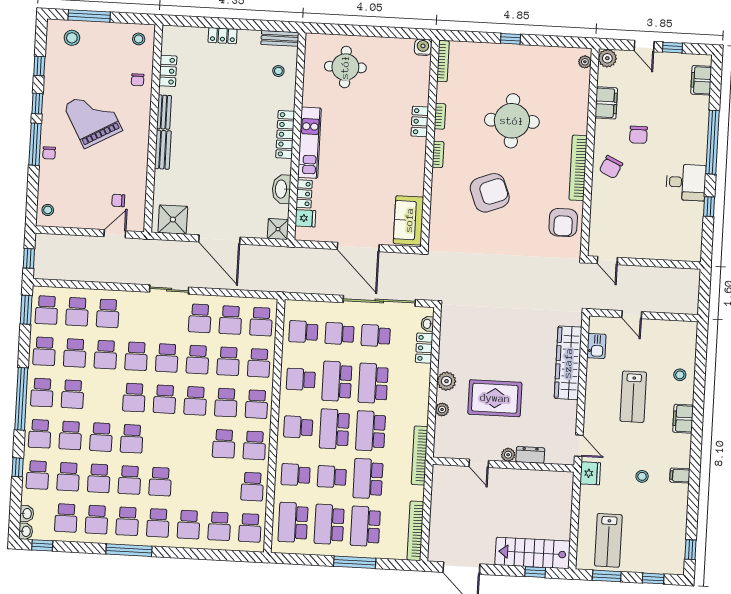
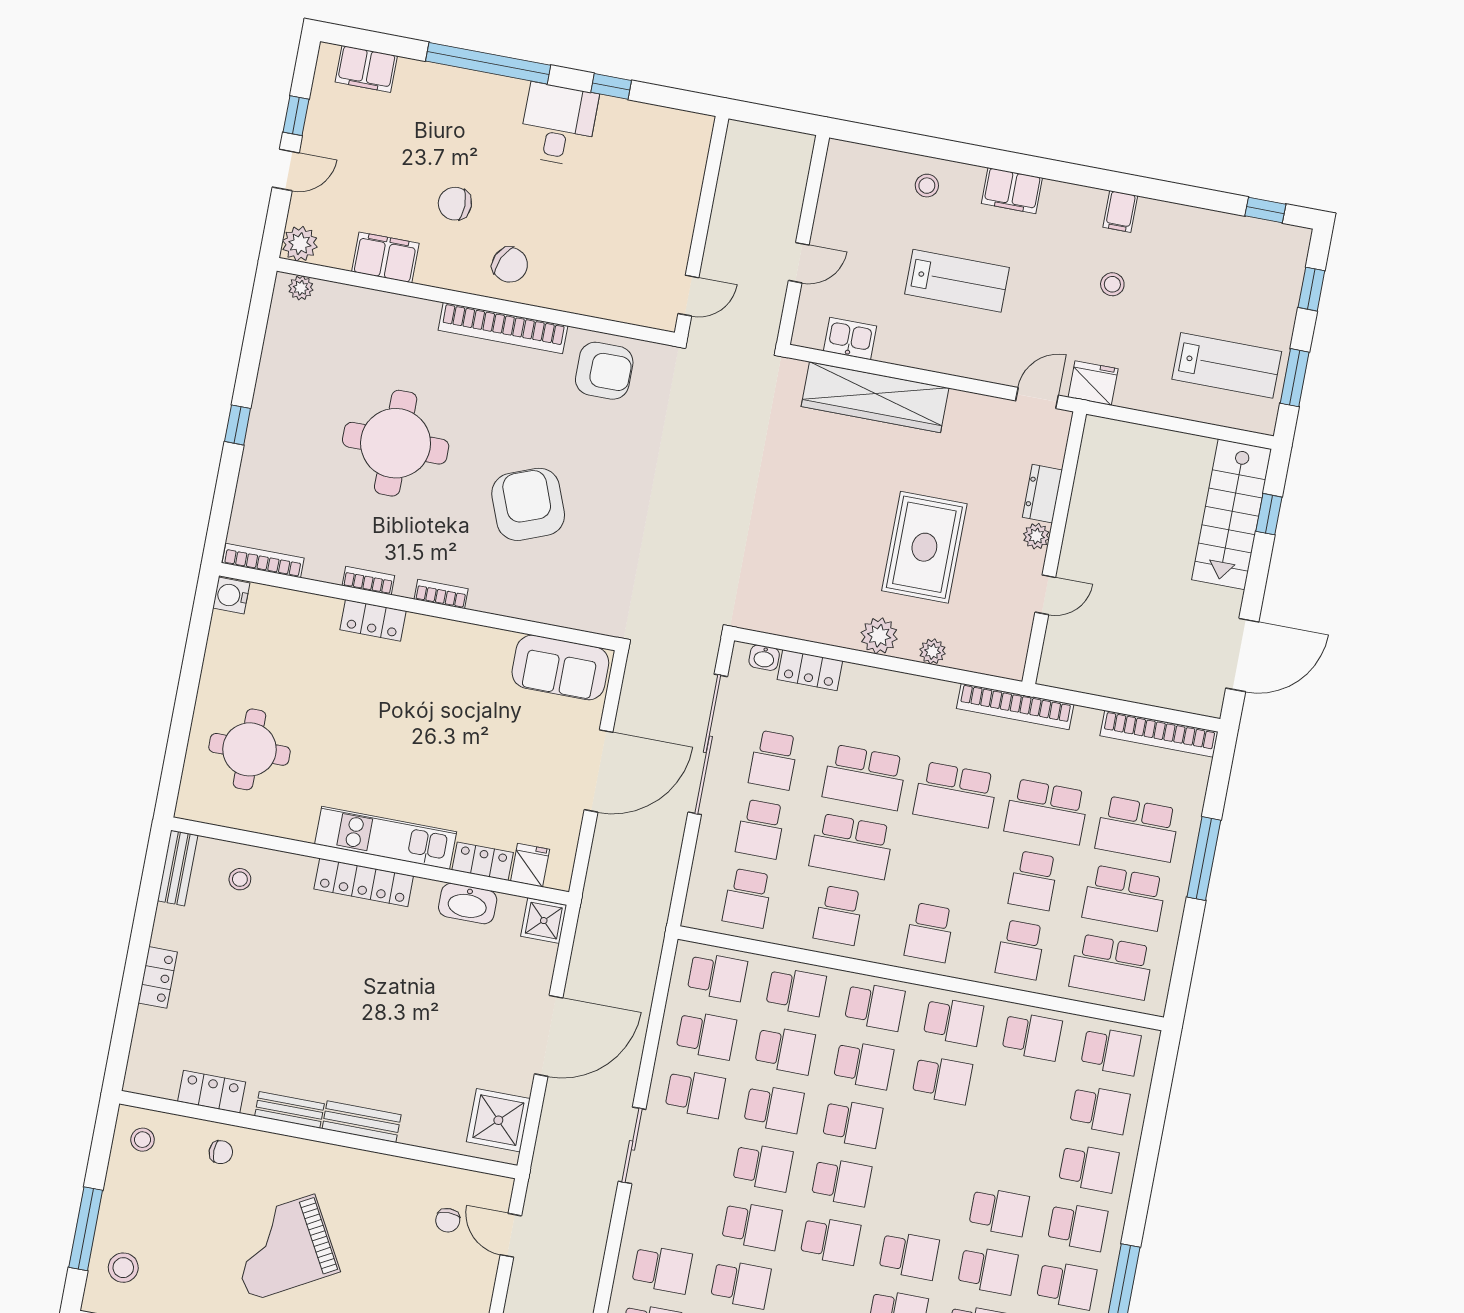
chair: (638, 135) -> (455, 204), turned 180
school desk: (334, 429) -> (942, 863), removed

